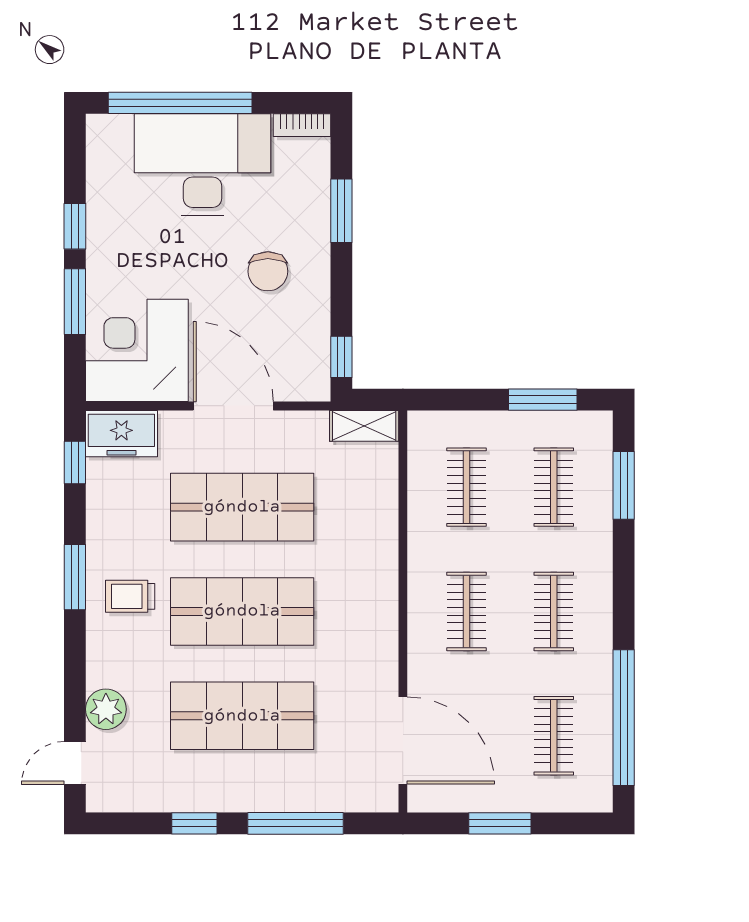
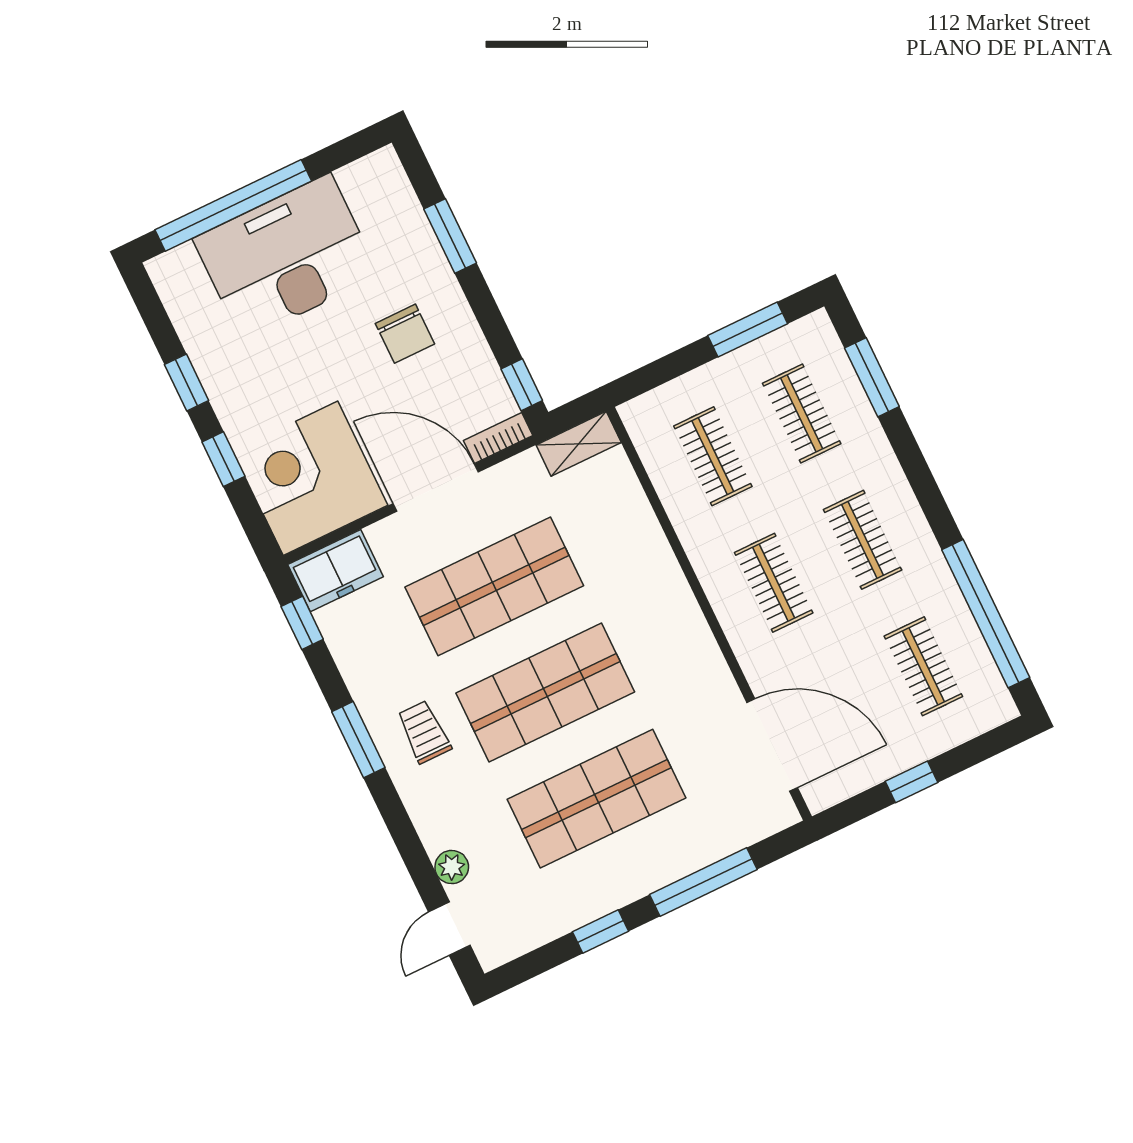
bookcase: (302, 125) -> (498, 438), moved, turned 180
window: (75, 302) -> (223, 459), width x0.67
trolley: (130, 596) -> (424, 732), turned 90
plant: (106, 709) -> (452, 867), width x0.73, depth x0.73
window: (500, 823) -> (911, 782), width x0.67

